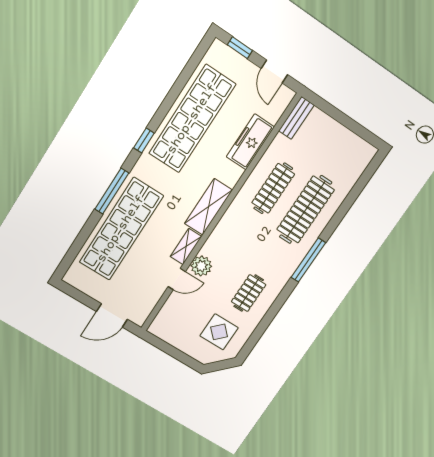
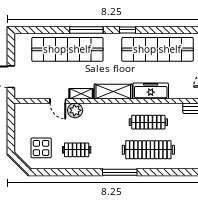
freezer: (250, 142) -> (151, 91), moved

